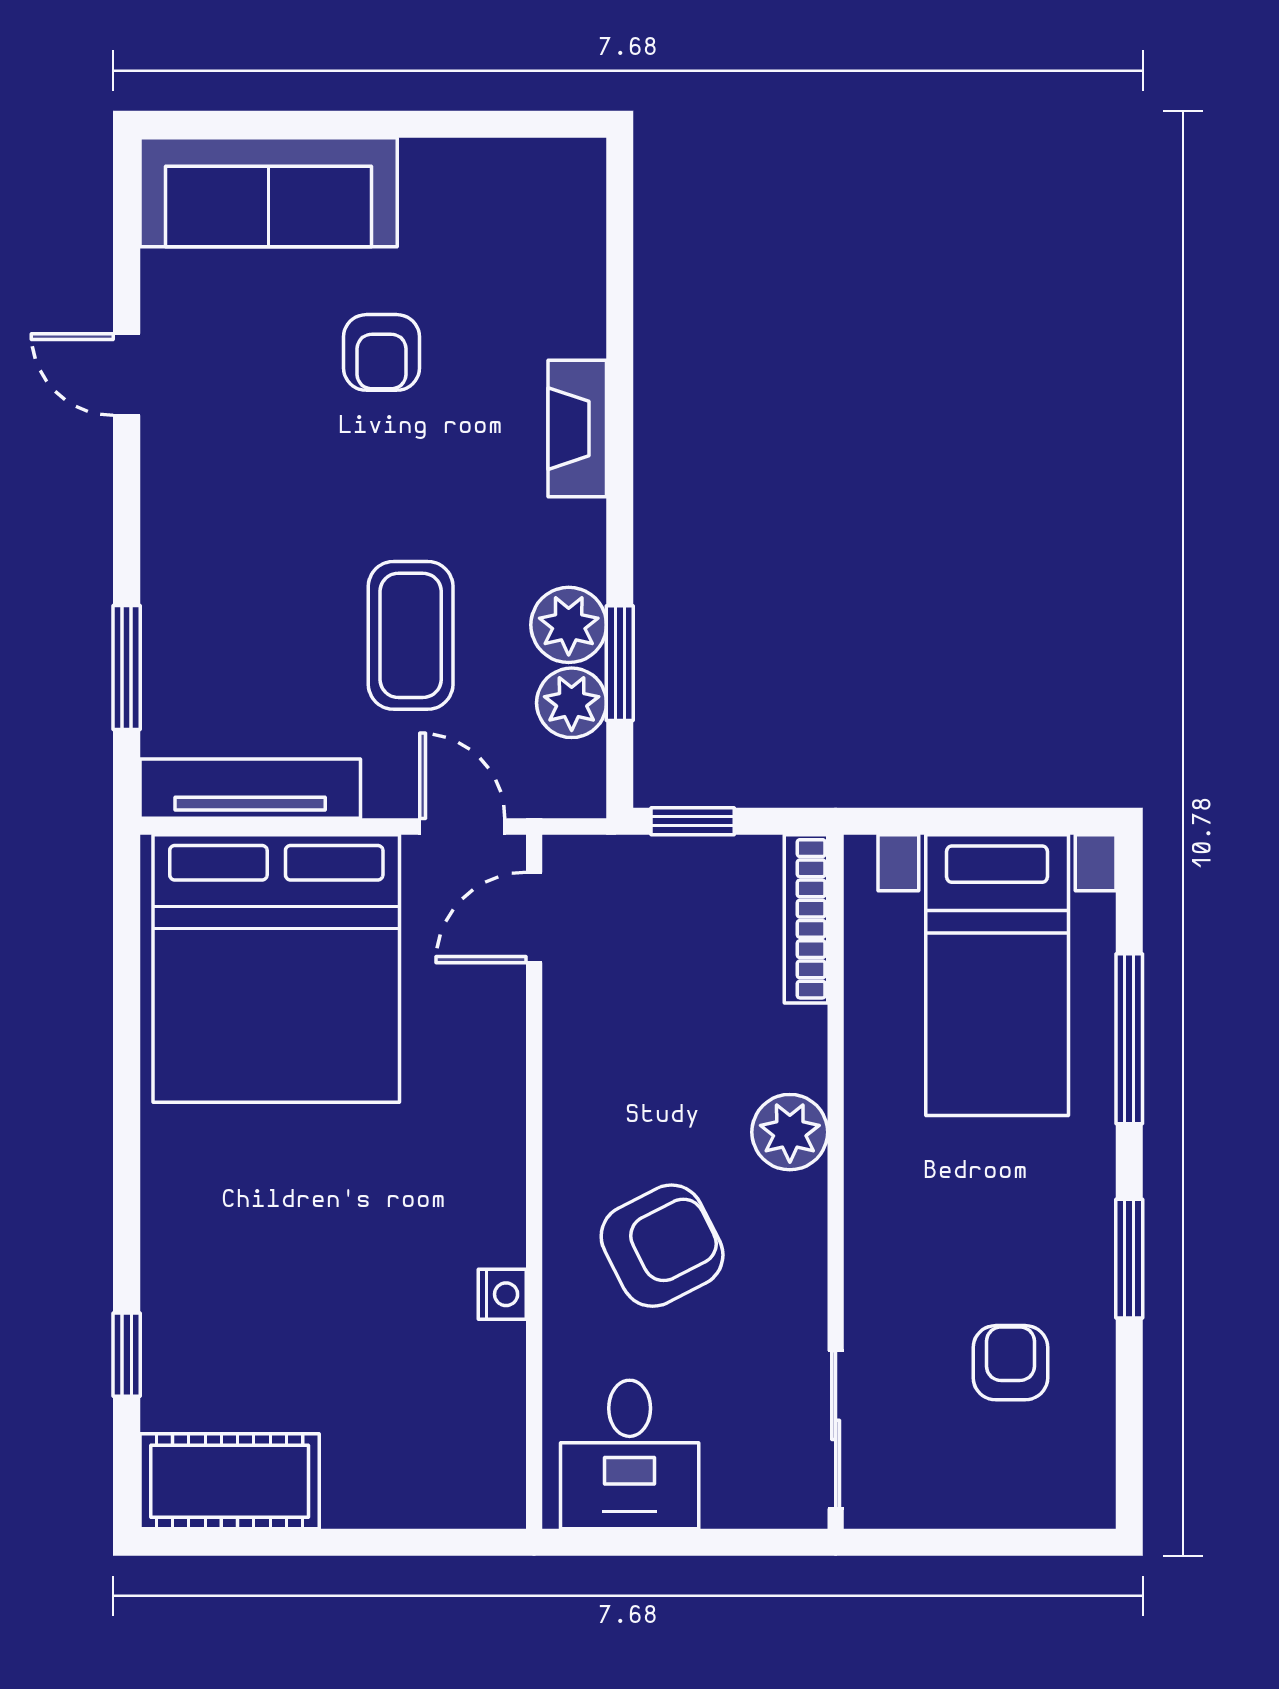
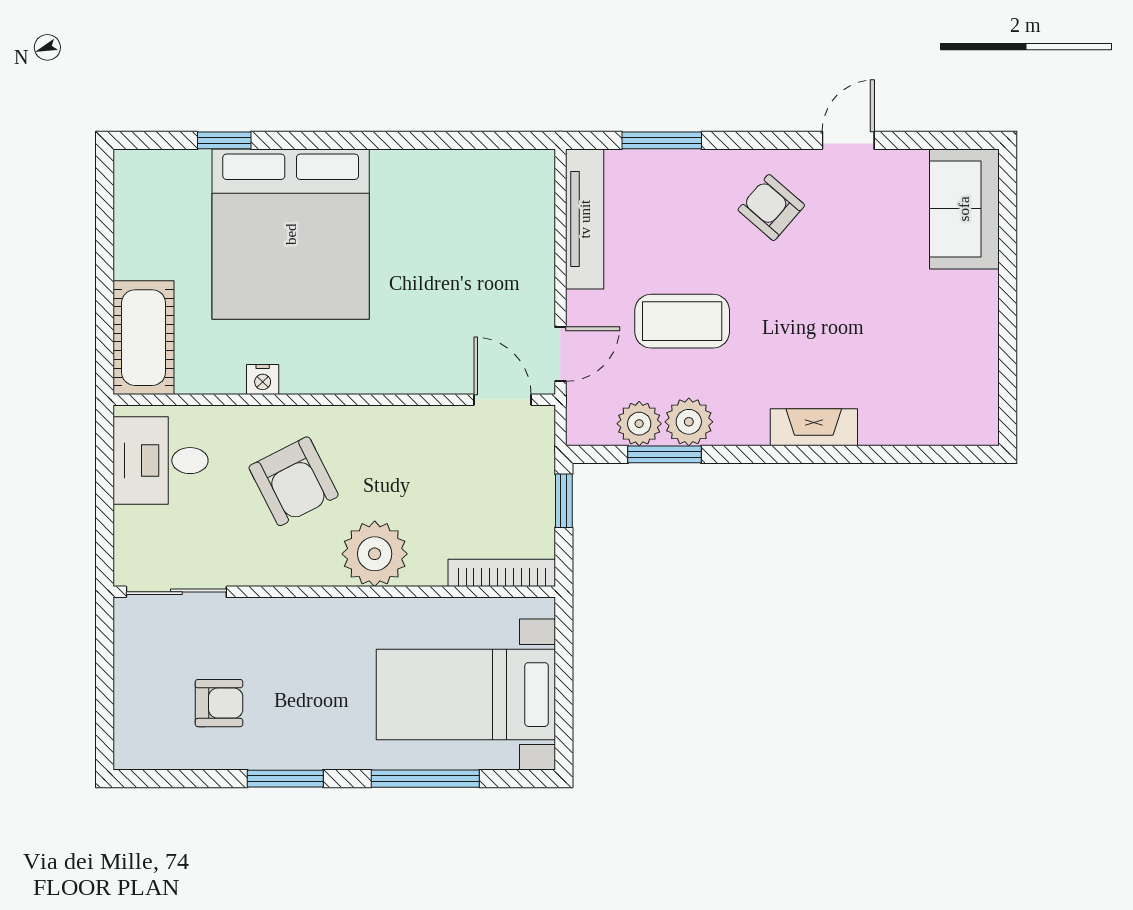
sofa: (269, 192) -> (964, 209), width x0.73
armchair: (382, 352) -> (771, 208), moved, turned 41
bed: (276, 968) -> (291, 234), moved, turned -90
plant: (790, 1132) -> (375, 554), width x1.36, depth x1.36
cot: (230, 1481) -> (144, 338), moved

